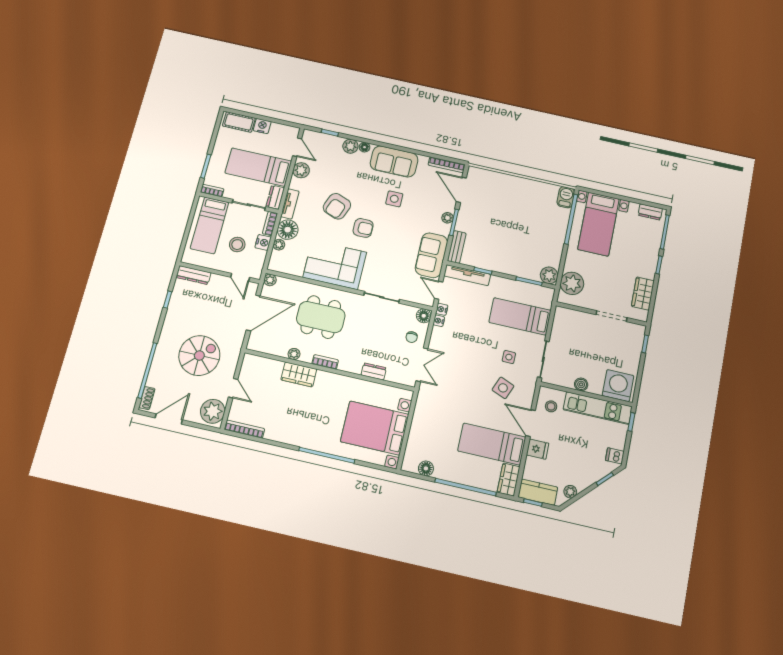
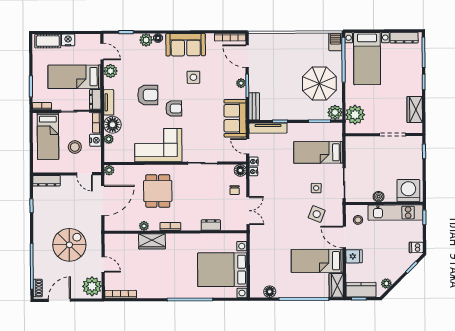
armchair: (337, 206) -> (148, 95), turned -111
dresser: (650, 212) -> (404, 38), width x1.44
parasol: (538, 239) -> (319, 84), added
dining table: (321, 317) -> (158, 191), width x0.73

